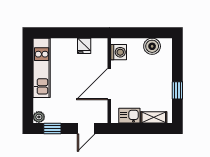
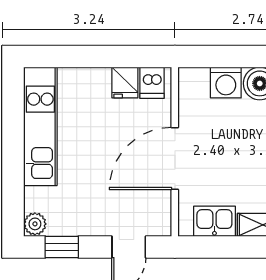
dishwasher: (98, 46) -> (152, 83), added
washing machine: (119, 52) -> (226, 83), moved, turned 90

